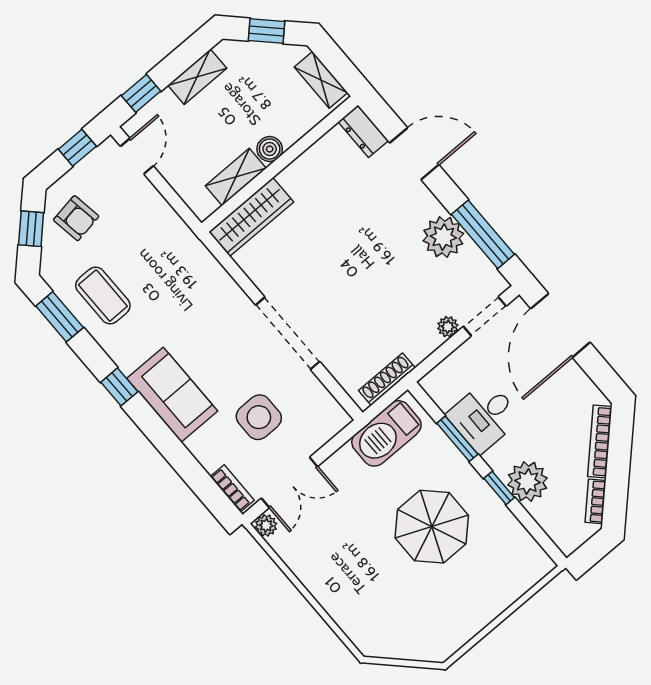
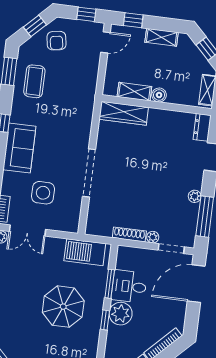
plant: (443, 237) -> (195, 196), width x0.53, depth x0.53
shoe rack: (387, 379) -> (129, 234), moved
plant: (527, 481) -> (121, 314), moved

